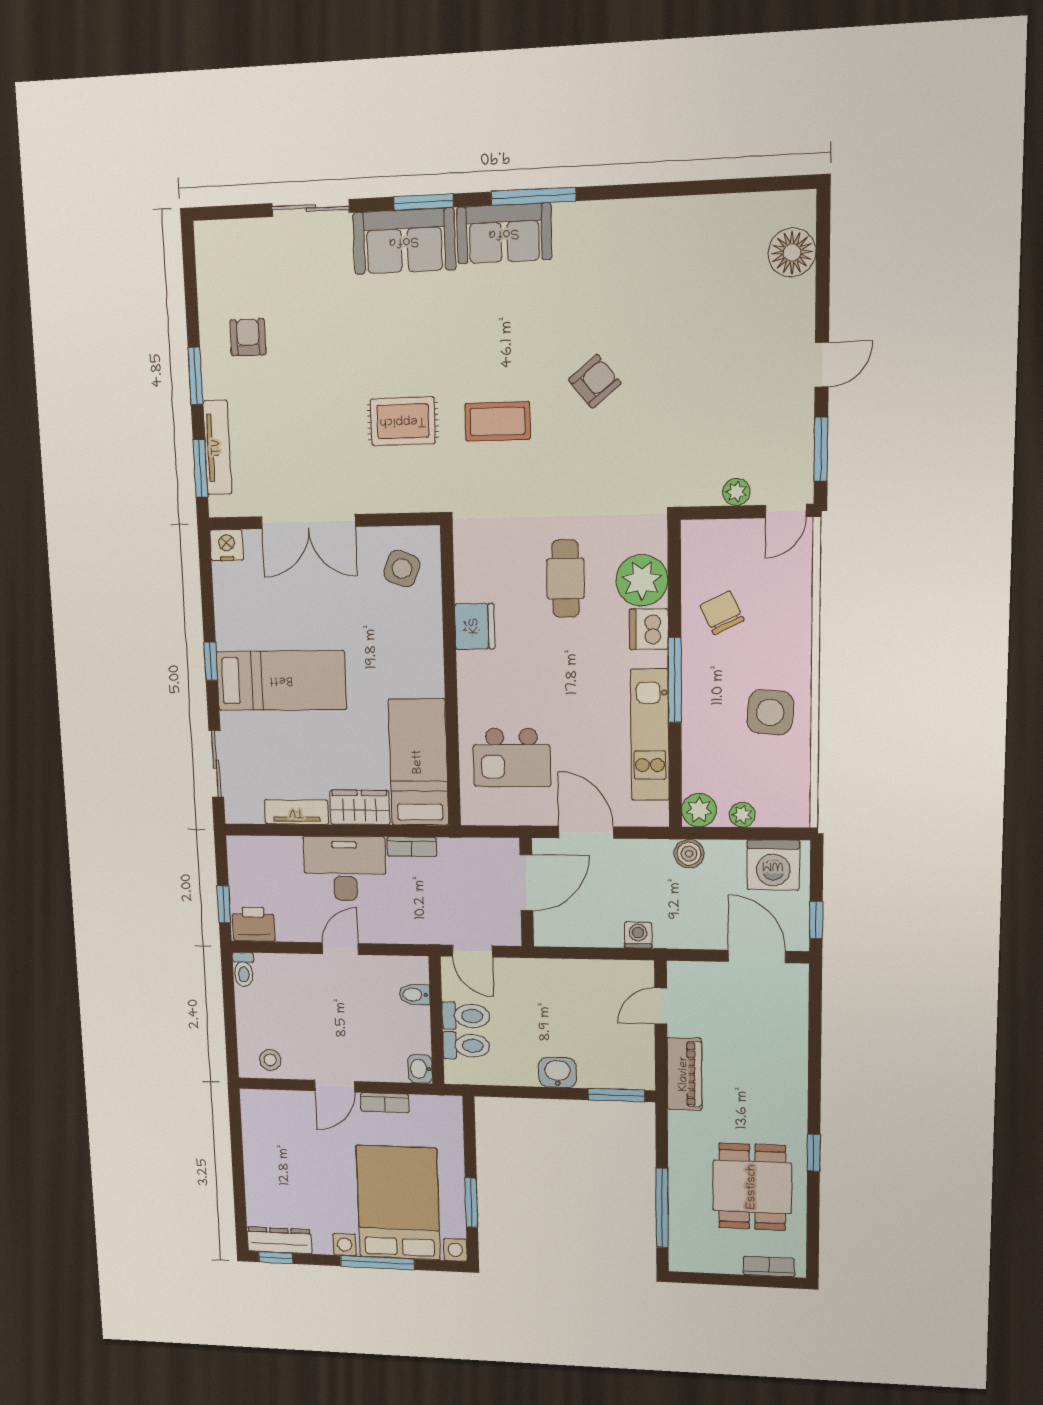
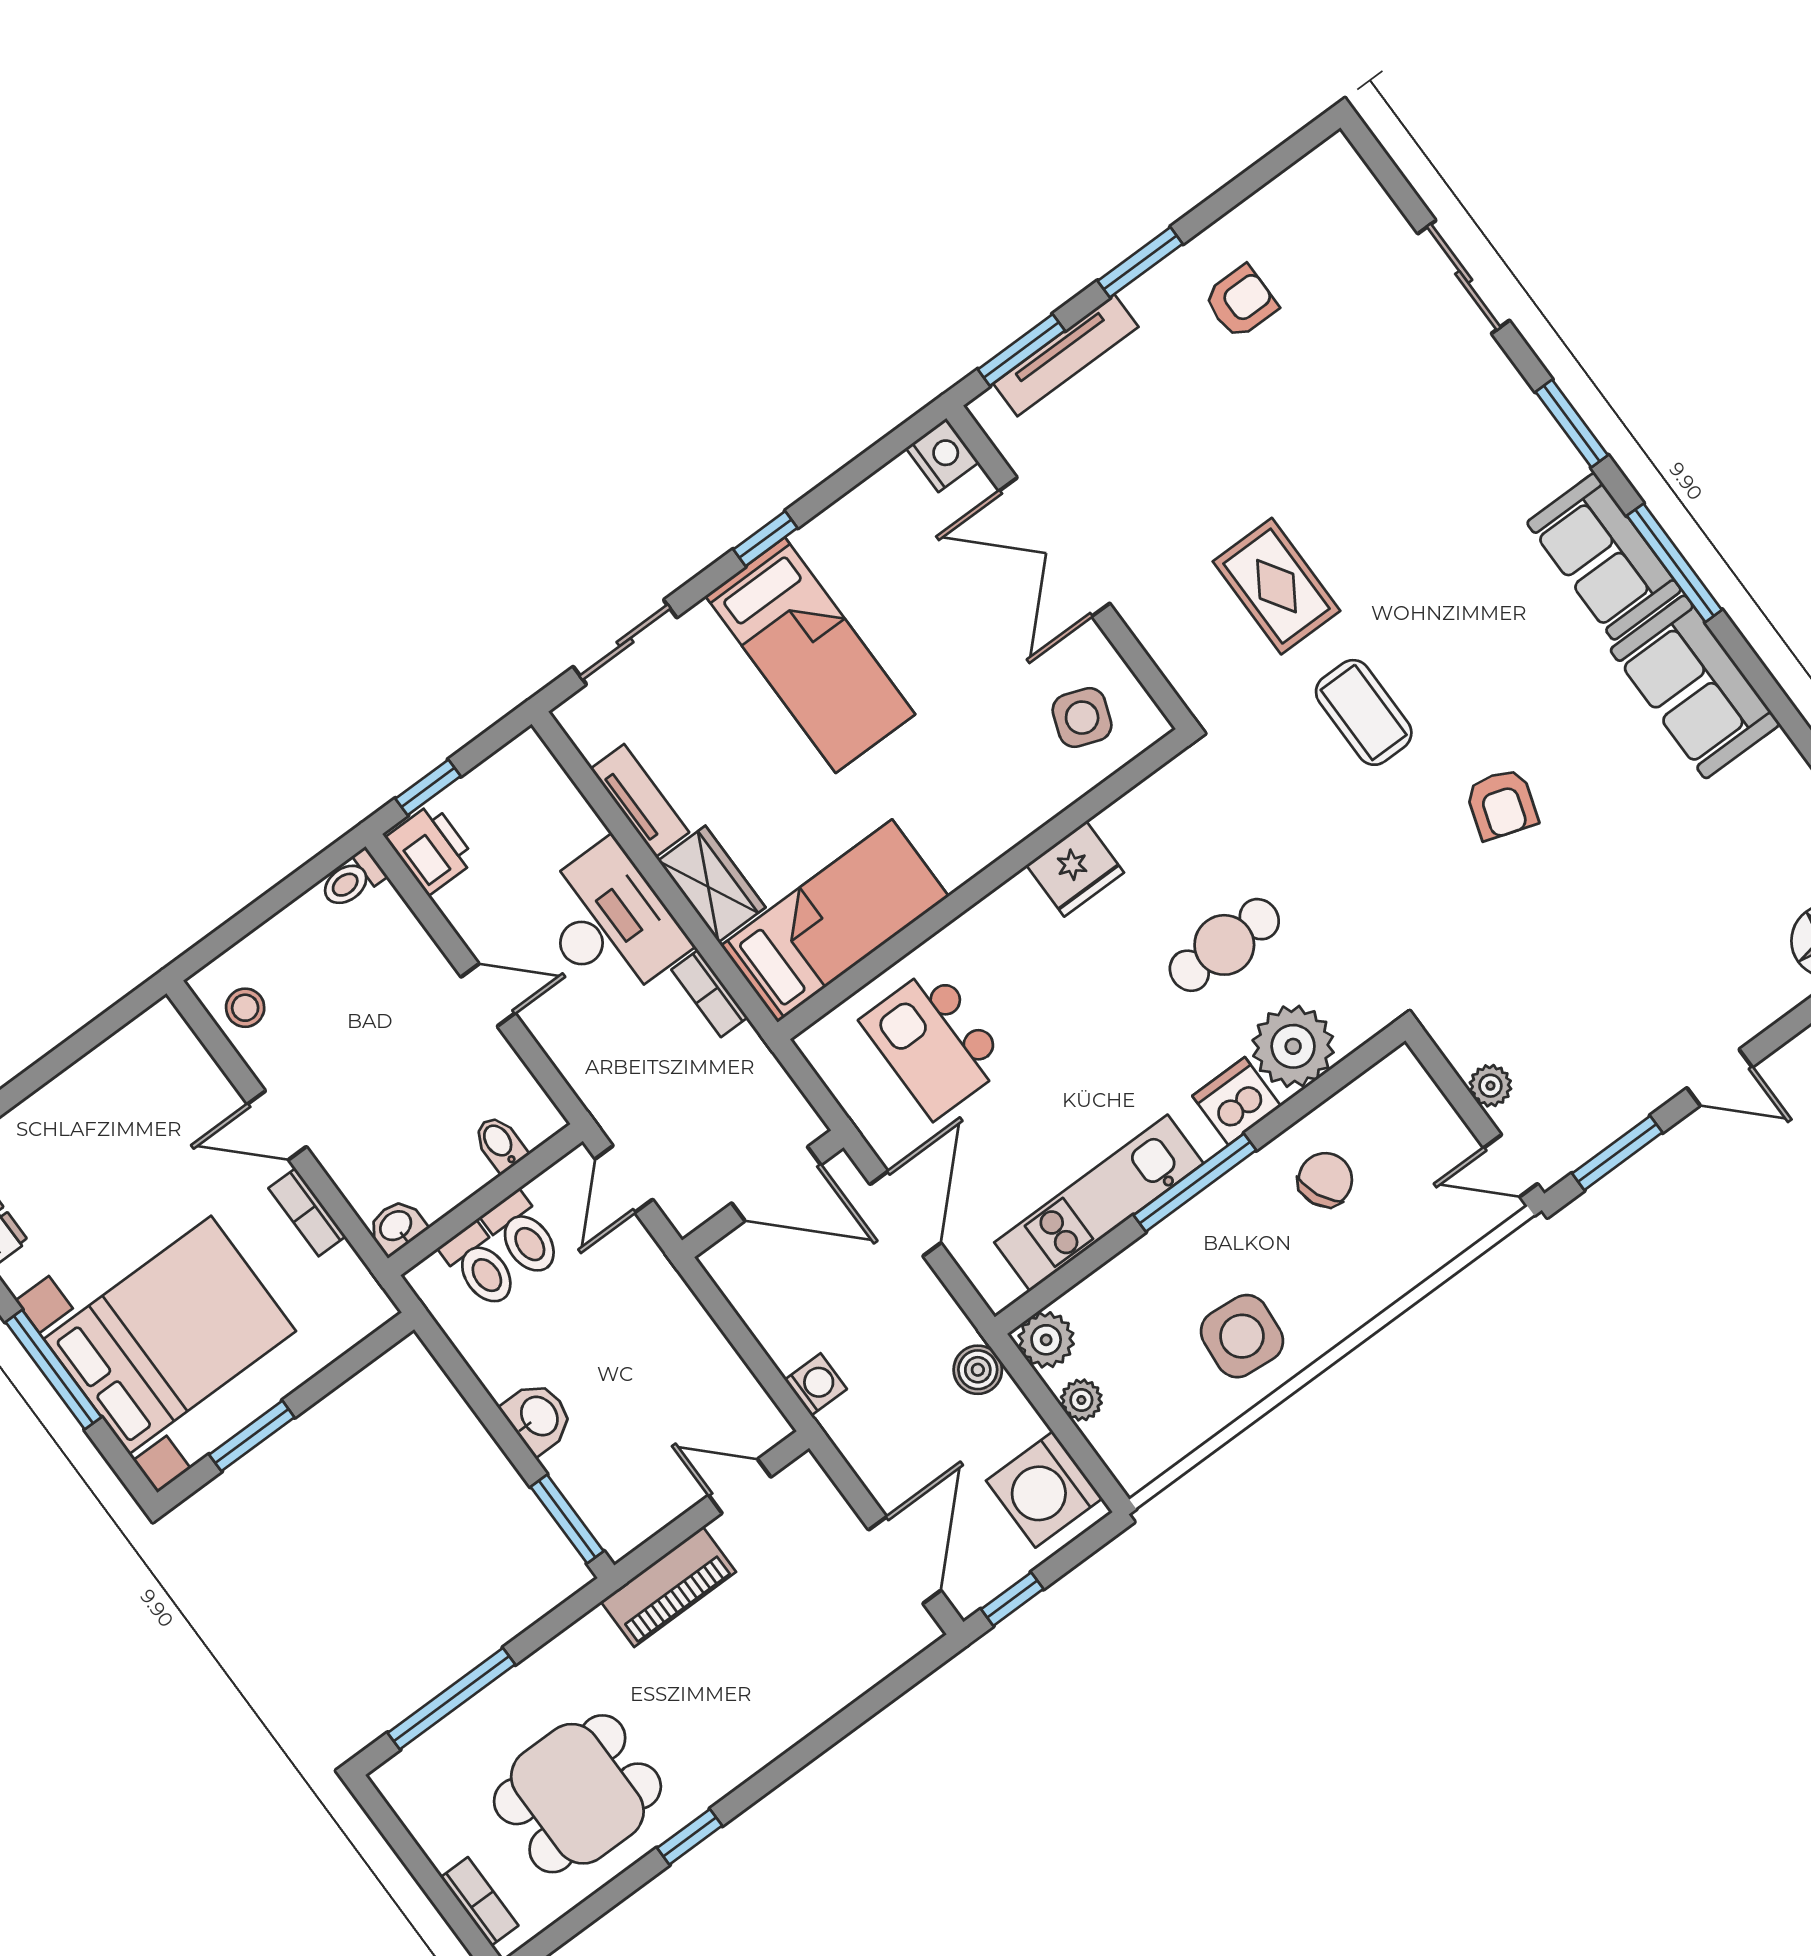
sofa: (404, 241) -> (1695, 687), moved
armchair: (595, 381) -> (1502, 804), turned 57

